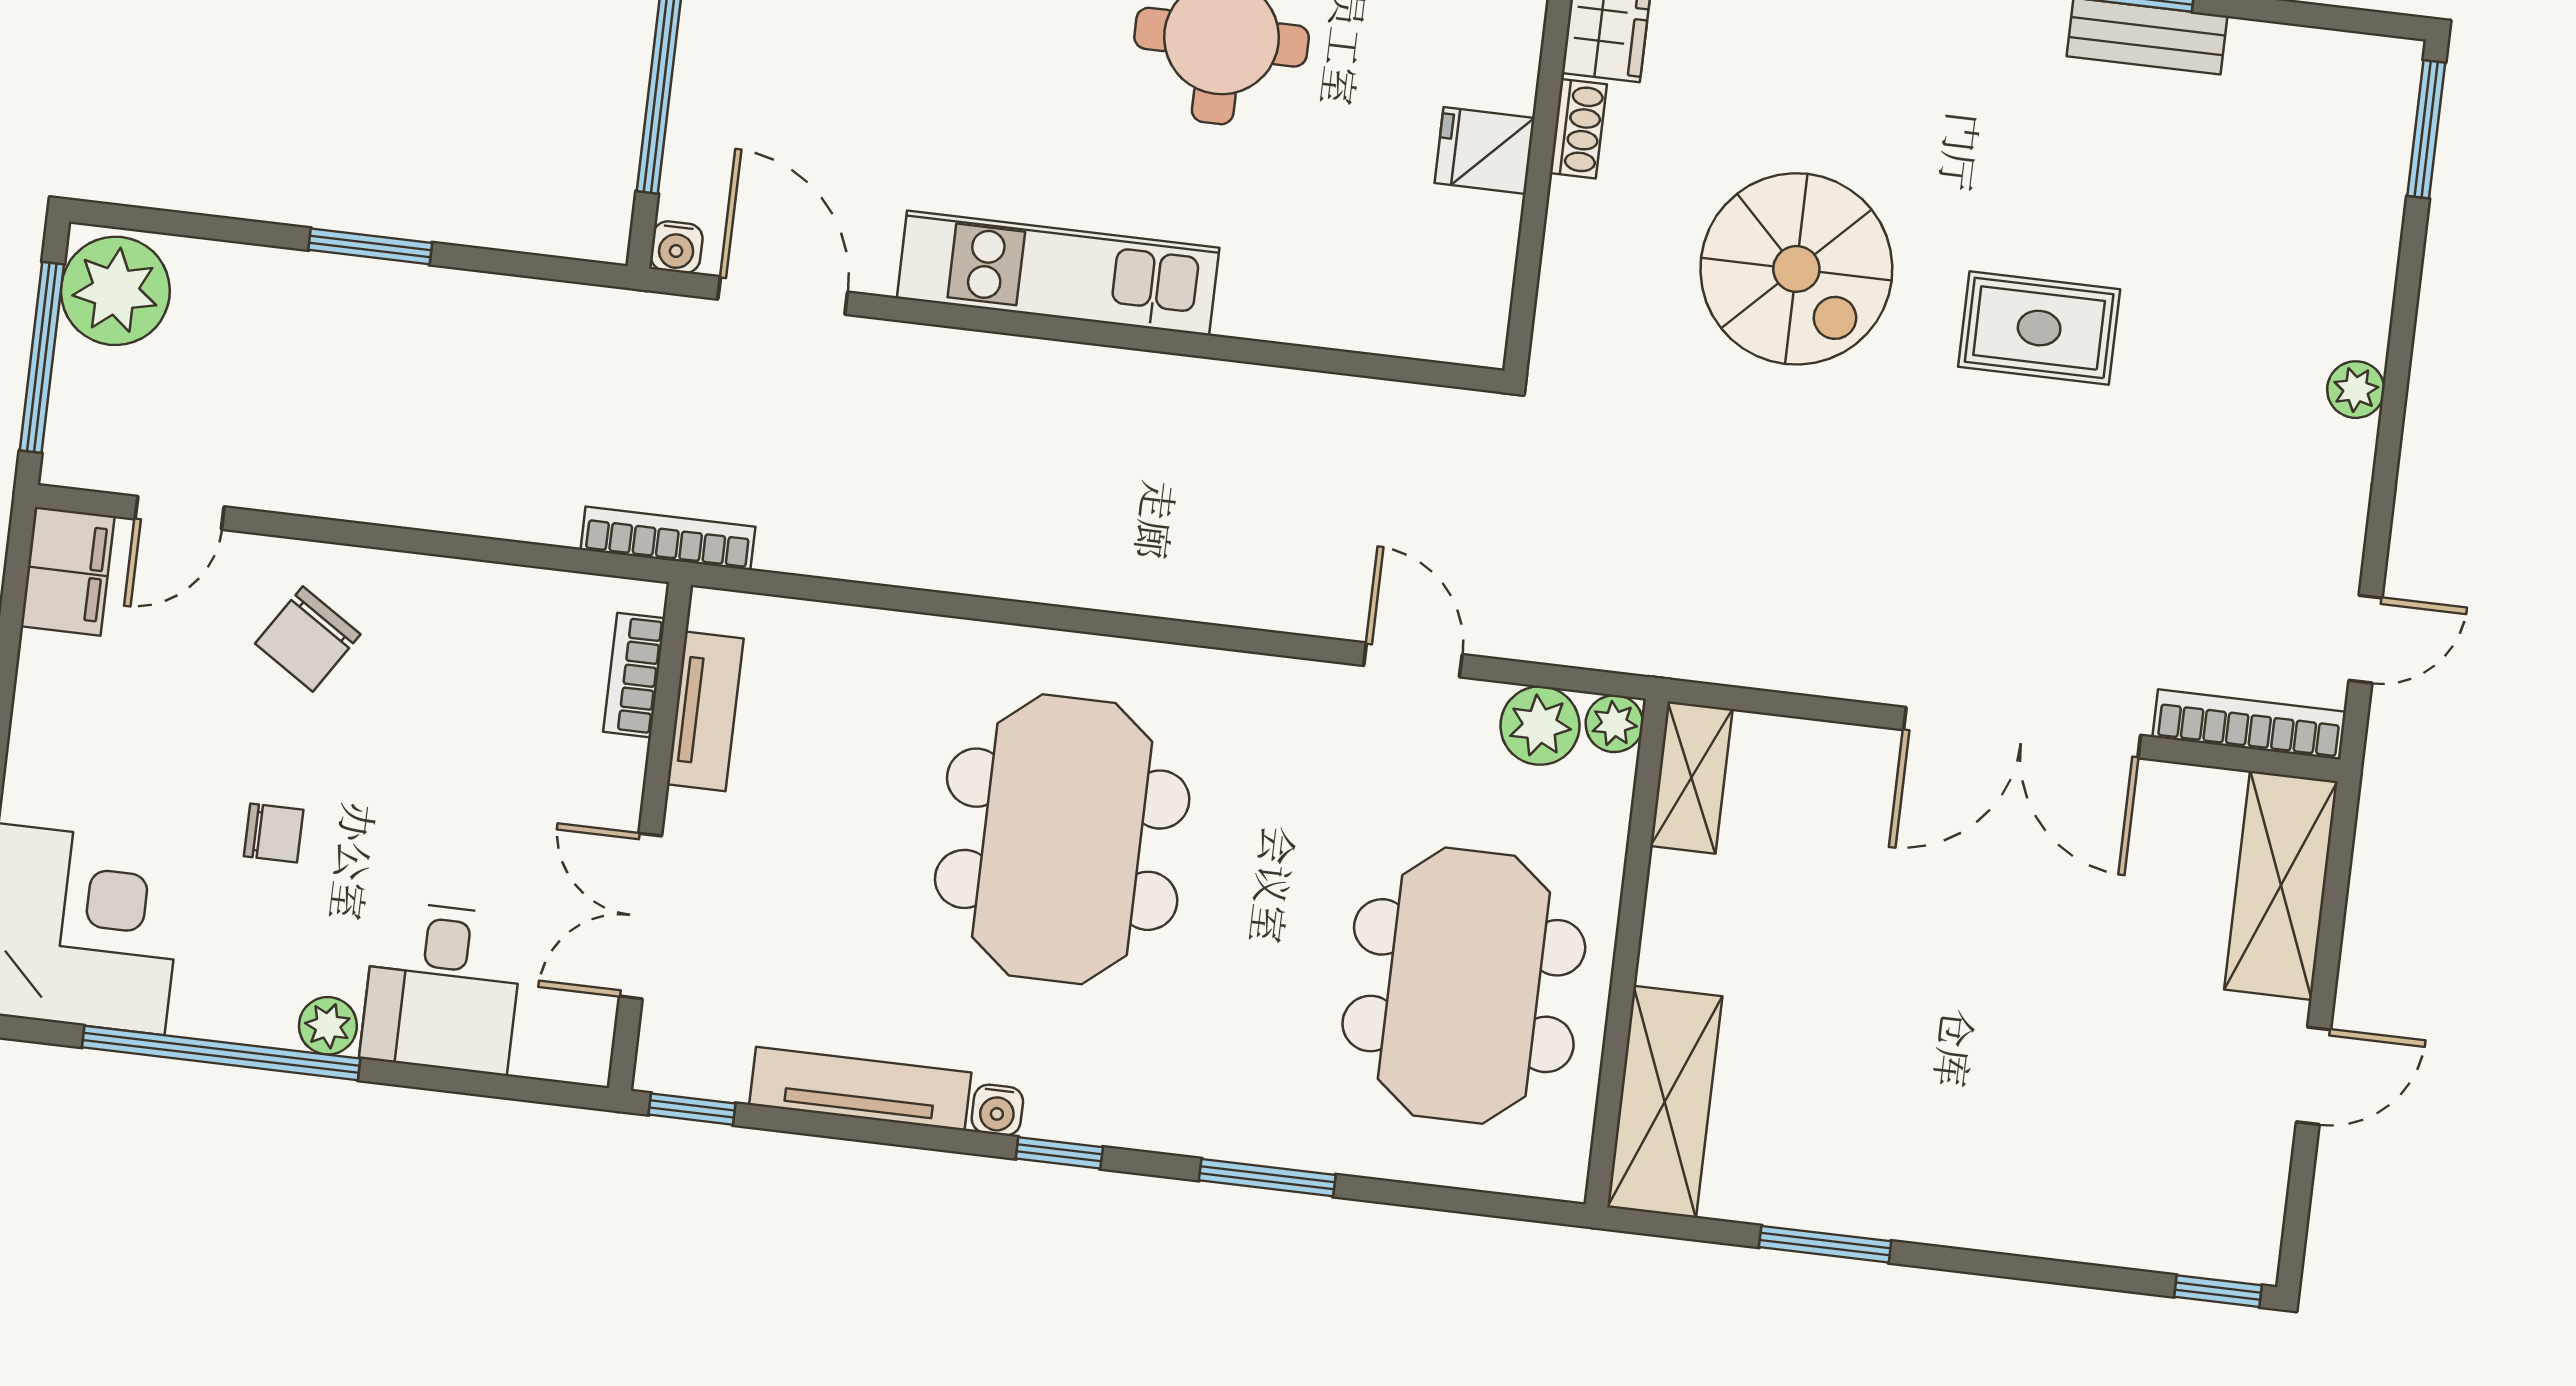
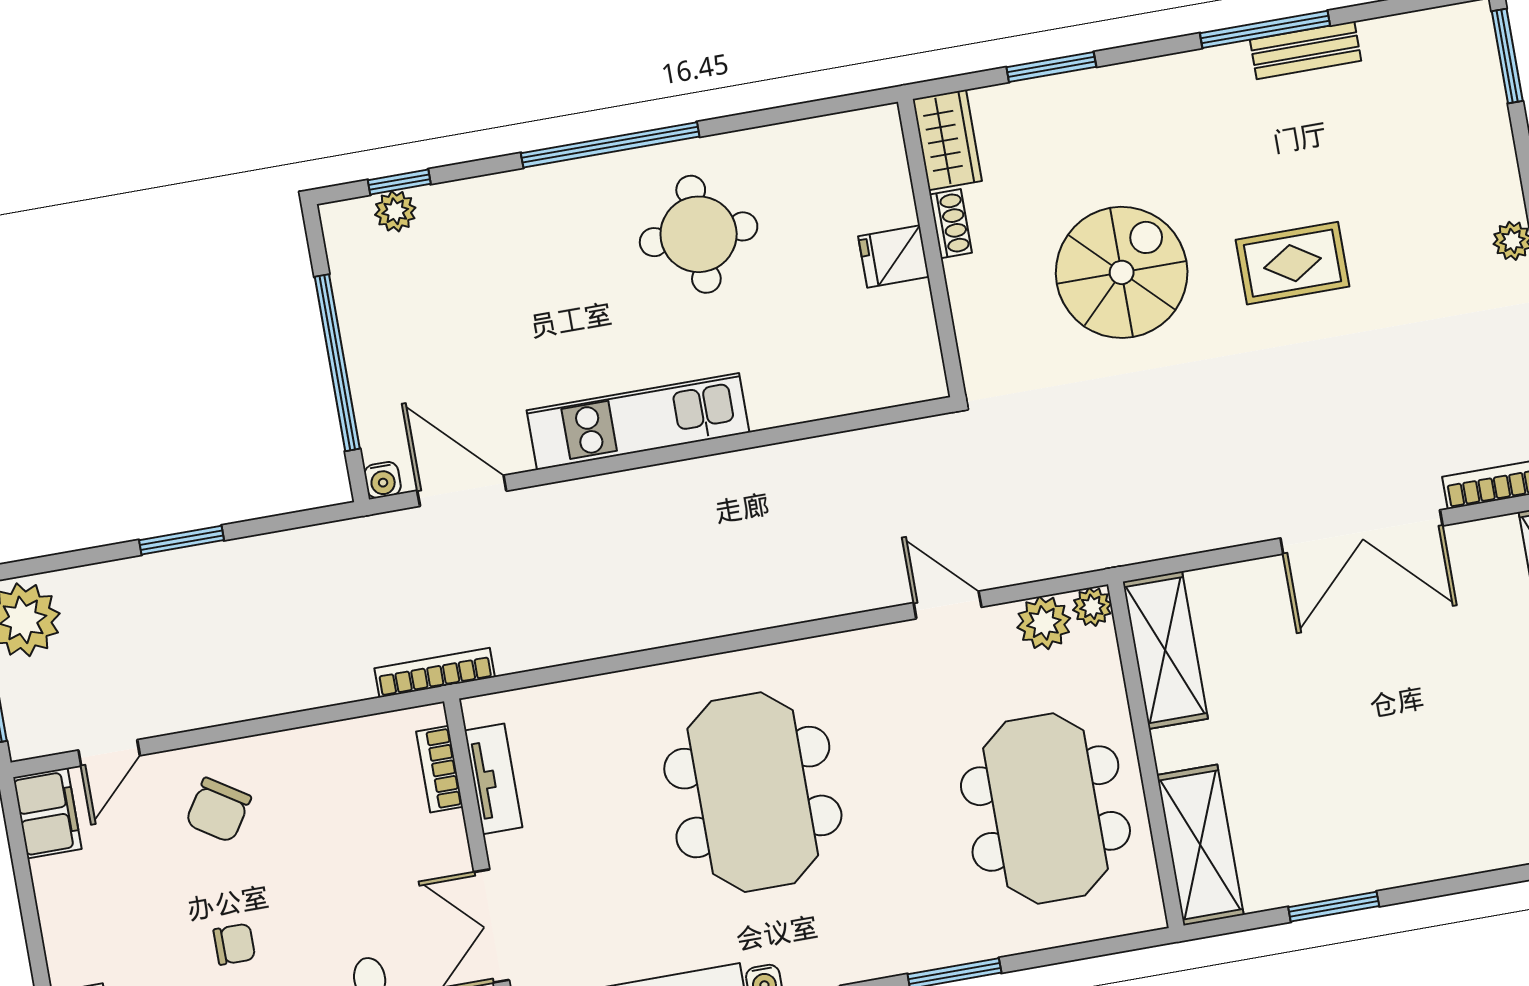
spiral stairs: (1796, 269) -> (1122, 272), turned -90
shelving: (1691, 777) -> (1165, 650), width x1.50, depth x1.33

